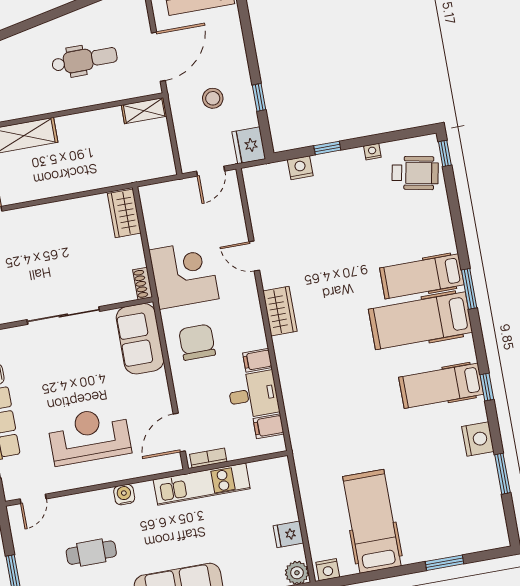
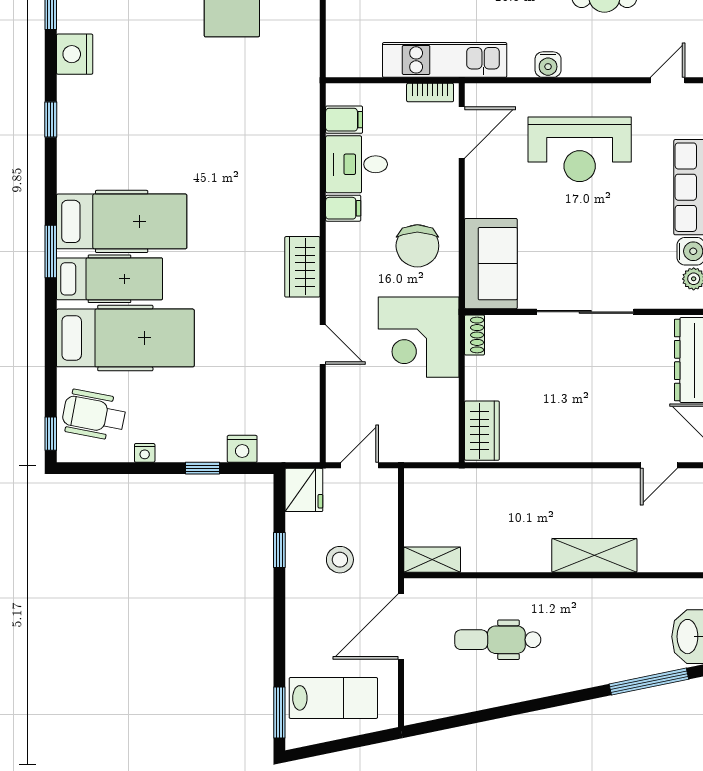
hospital bed: (441, 386) -> (125, 338), moved, width x1.37, depth x1.29

